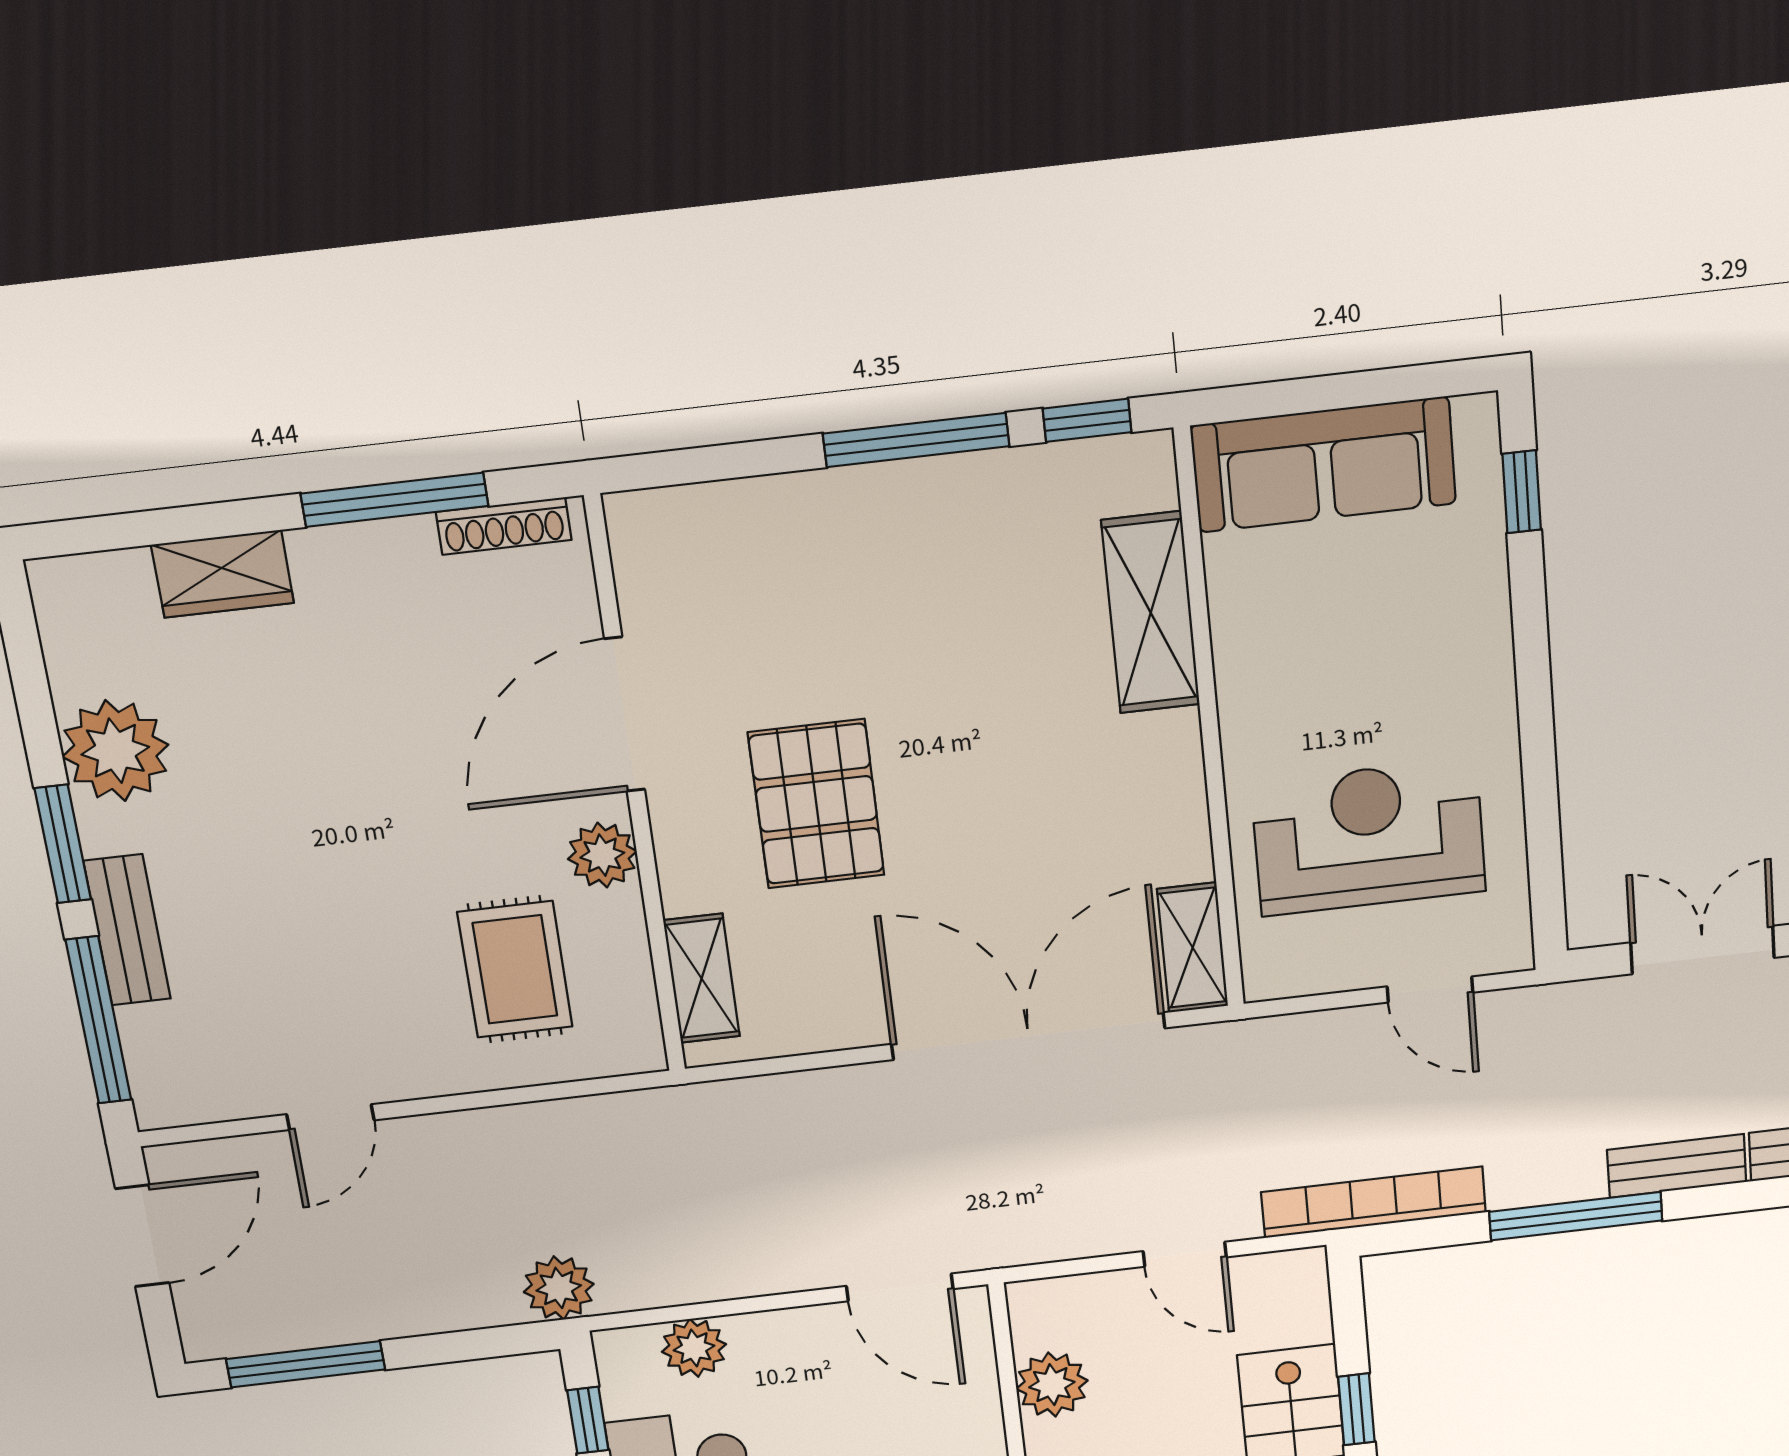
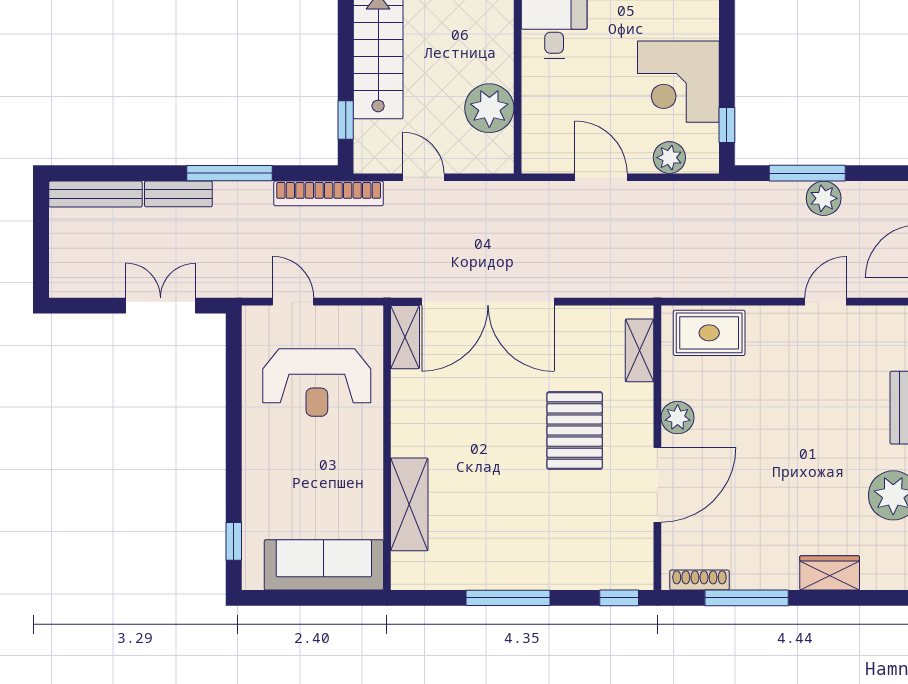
window: (1087, 420) -> (619, 598), moved
double door: (1702, 950) -> (161, 306), swing flipped
rug: (515, 969) -> (709, 333), moved, turned 90
door: (900, 1287) -> (601, 177), moved
plant: (559, 1288) -> (824, 198), moved
window: (306, 1364) -> (807, 173), moved
plant: (1052, 1385) -> (489, 108), width x1.36, depth x1.36
window: (1356, 1409) -> (346, 120), moved

